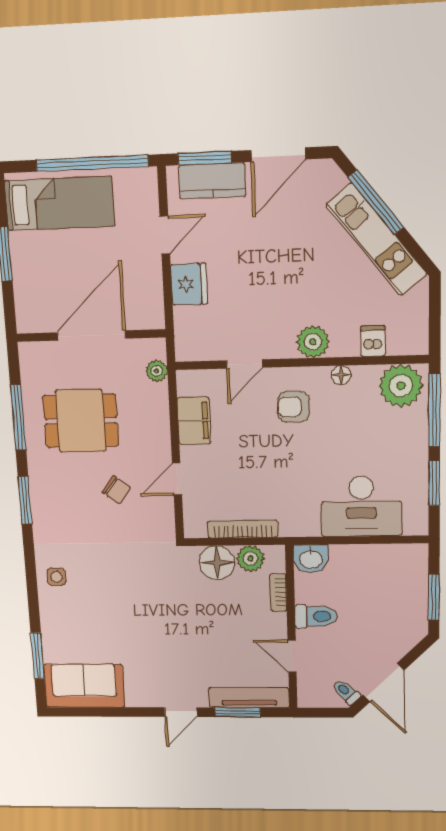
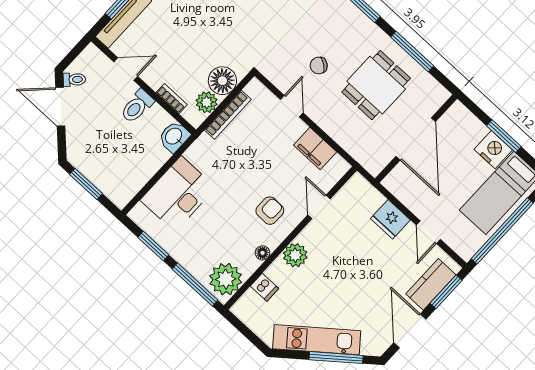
nightstand: (27, 252) -> (493, 150), added
plant: (157, 371) -> (362, 155), removed

